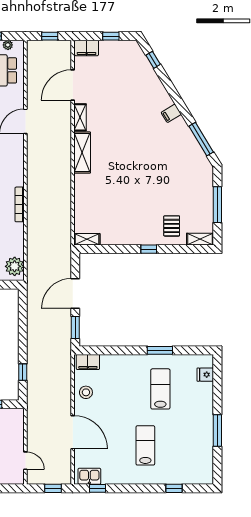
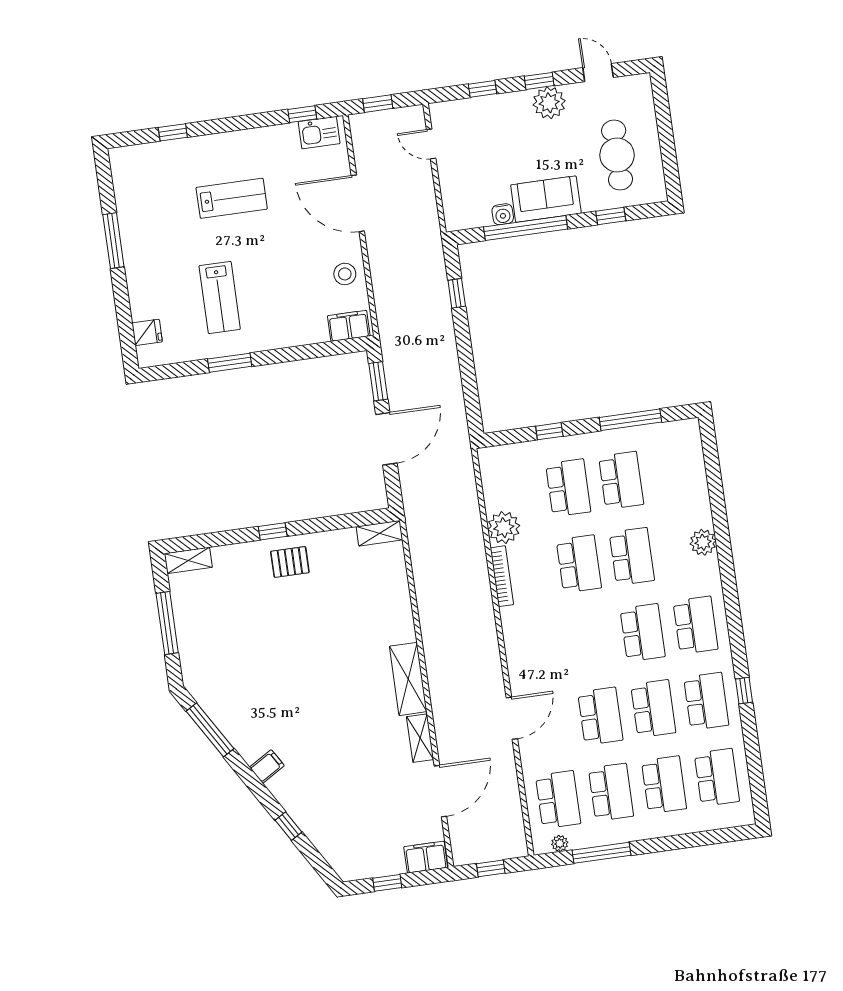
window: (153, 60) -> (288, 826), moved
pallet: (172, 226) -> (290, 562), moved, turned 90
plant: (15, 266) -> (504, 528), moved
lab bench: (145, 445) -> (232, 198), turned -90

